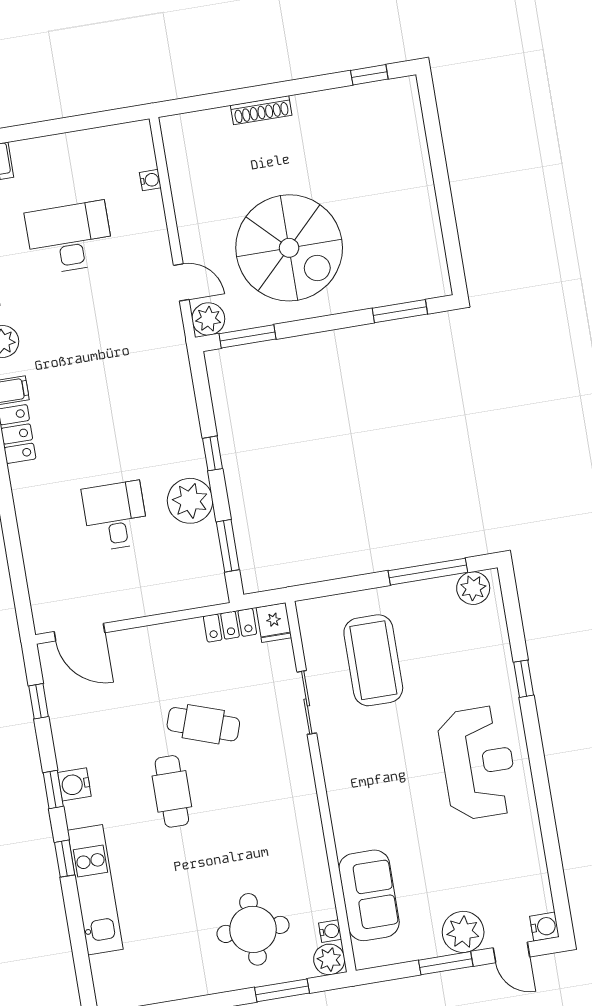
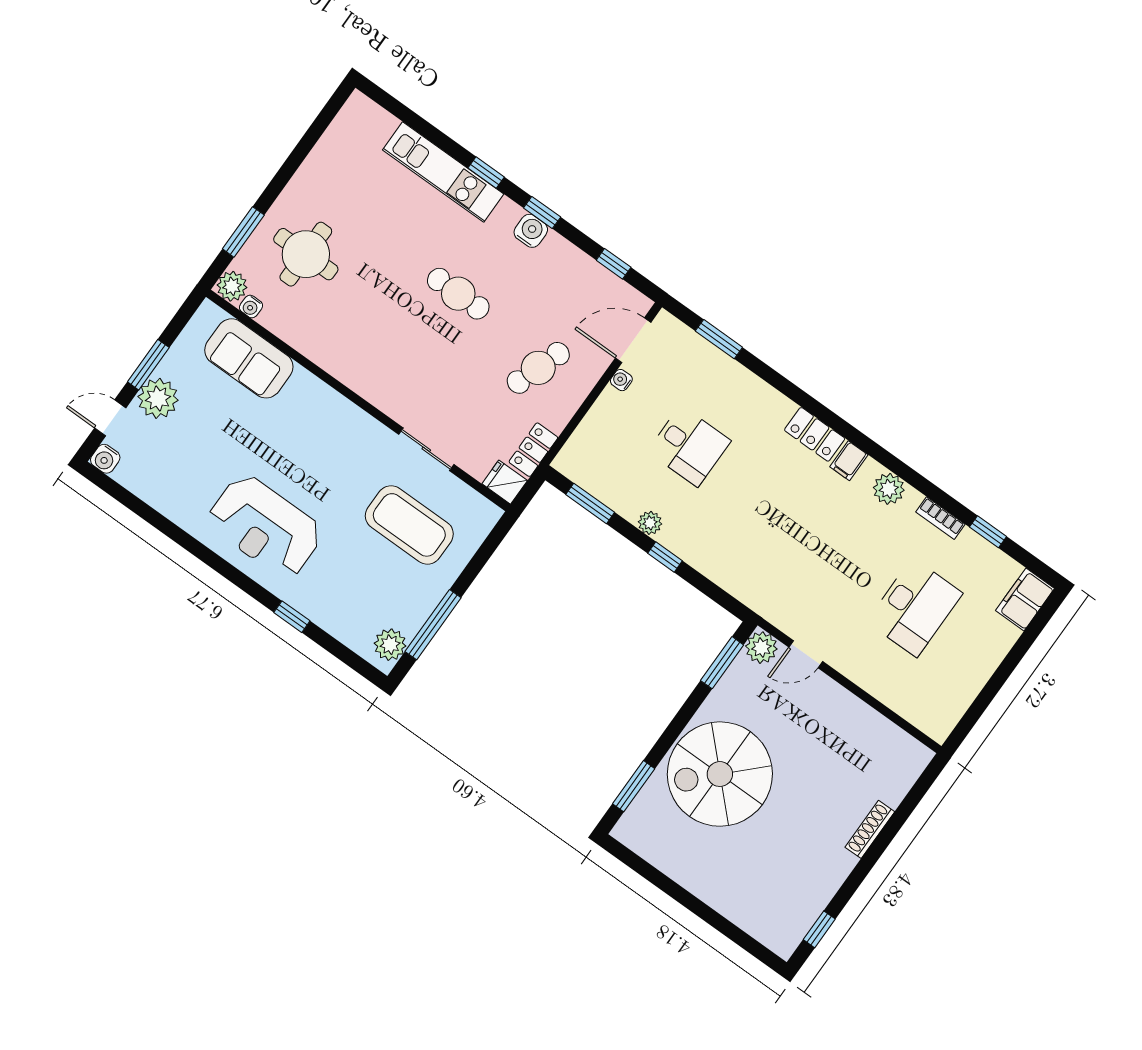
water cooler: (150, 180) -> (621, 380), moved, turned 90
spiral stairs: (289, 248) -> (720, 774), moved
plant: (190, 501) -> (650, 523), width x0.53, depth x0.53
window: (17, 571) -> (719, 339), added
cafe table: (203, 724) -> (538, 368), moved

